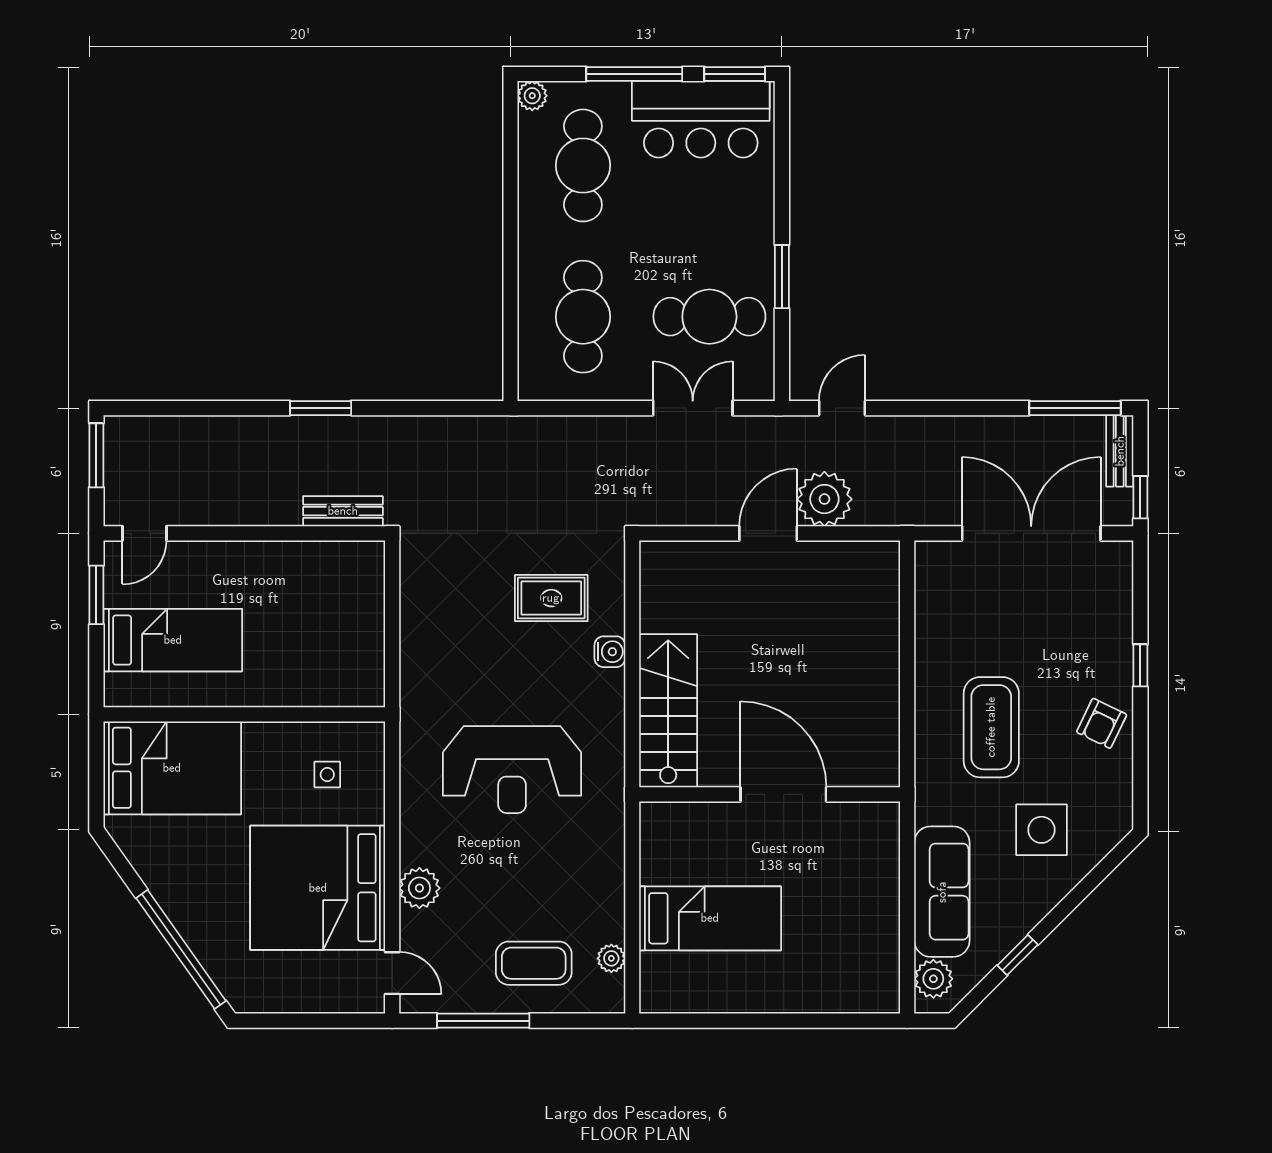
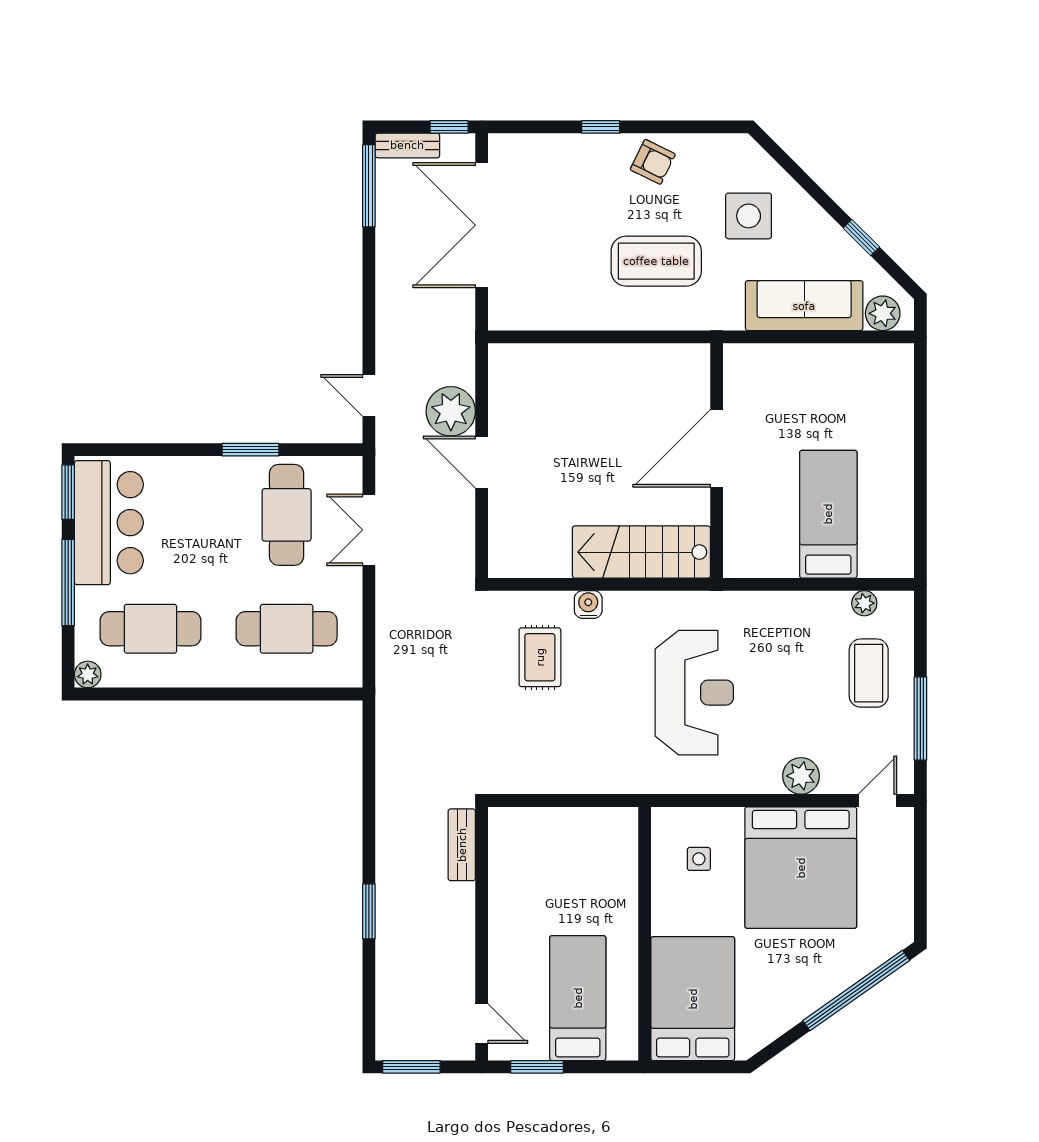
window: (321, 408) -> (369, 911), moved

